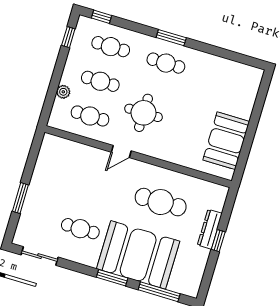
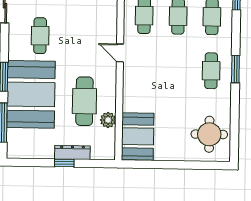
round table: (143, 113) -> (209, 134), moved
booth: (226, 141) -> (138, 136), moved, turned 90
plant: (187, 183) -> (108, 120), added

